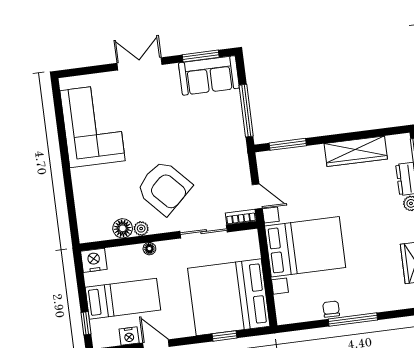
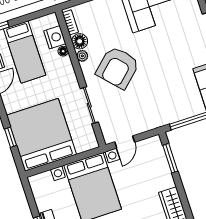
bookcase: (241, 217) -> (70, 22), moved
floor lamp: (149, 249) -> (63, 51), moved
nightstand: (94, 260) -> (55, 37), moved

